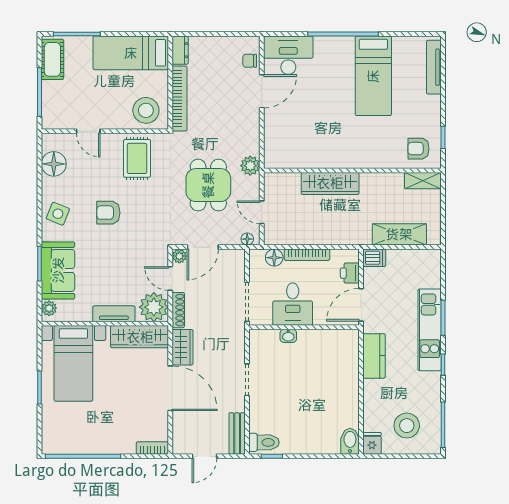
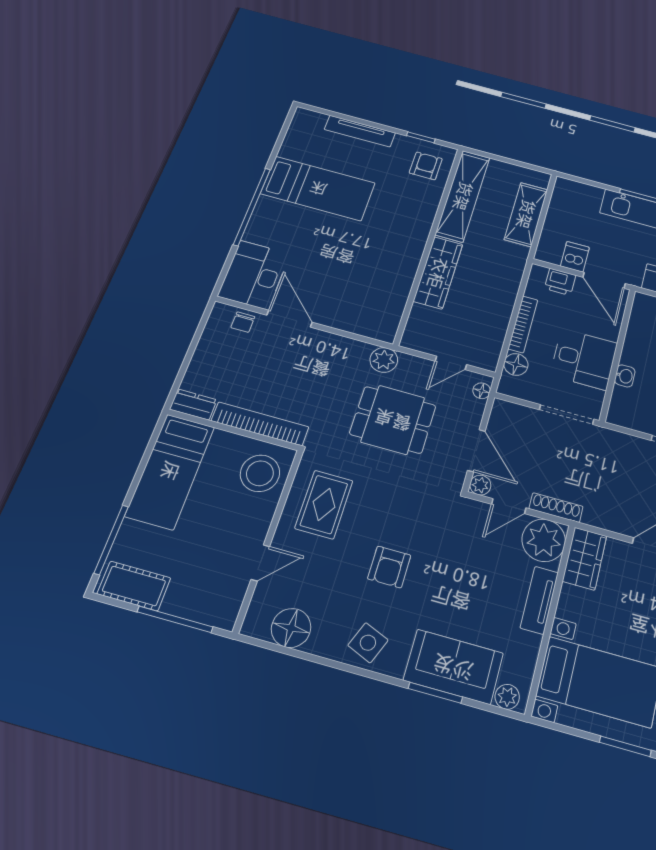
tv unit: (434, 67) -> (360, 131), moved
armchair: (419, 149) -> (426, 166), turned 180
rug: (137, 158) -> (324, 504), turned 90
shelving: (423, 181) -> (463, 196), width x2.20, depth x1.33
dishwasher: (374, 258) -> (575, 257), moved
wardrobe: (140, 337) -> (585, 558), width x0.67
wardrobe: (183, 347) -> (610, 516), removed

